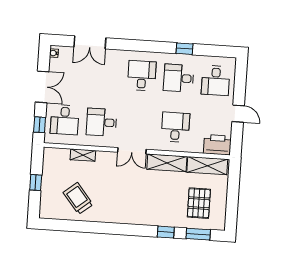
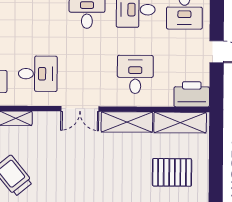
desk: (102, 122) -> (38, 74), turned 180
pallet: (199, 203) -> (172, 172), turned 90

